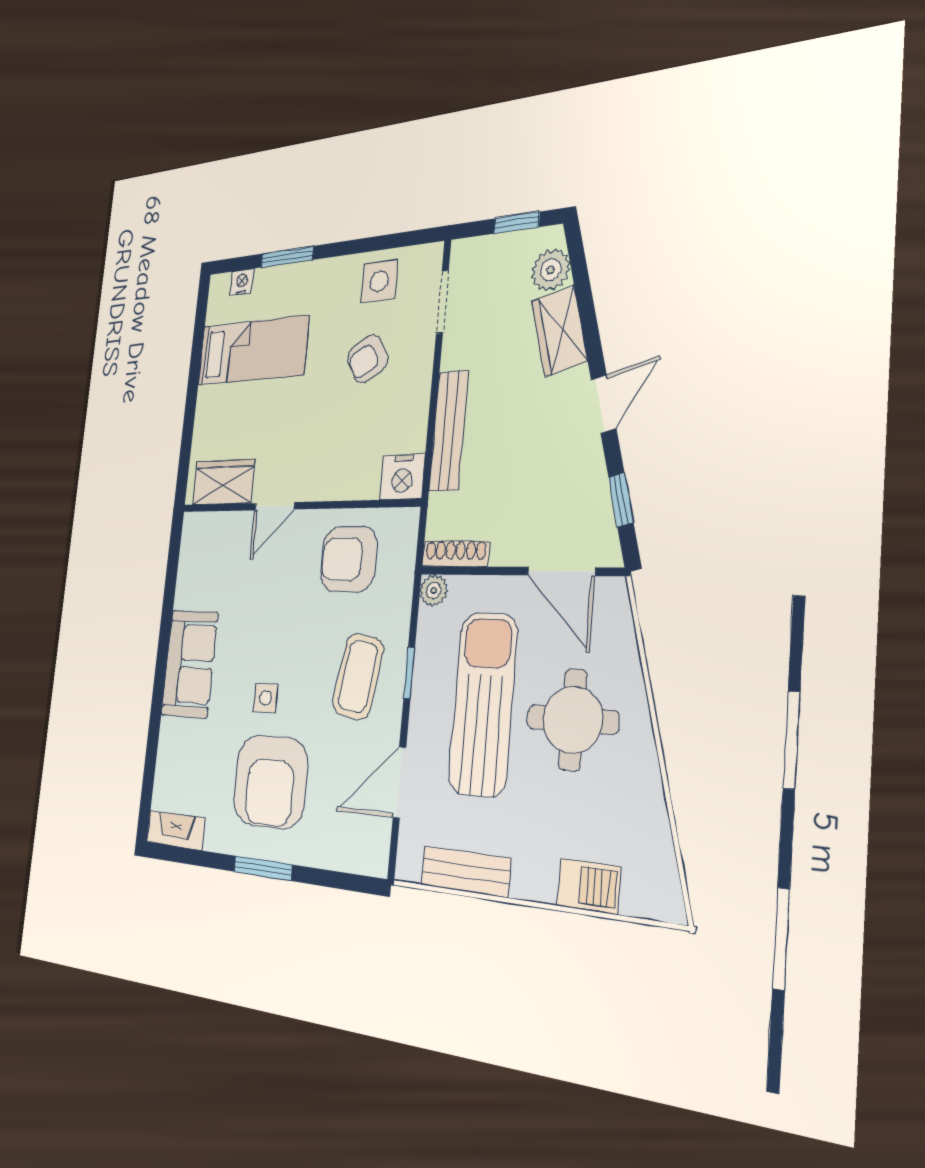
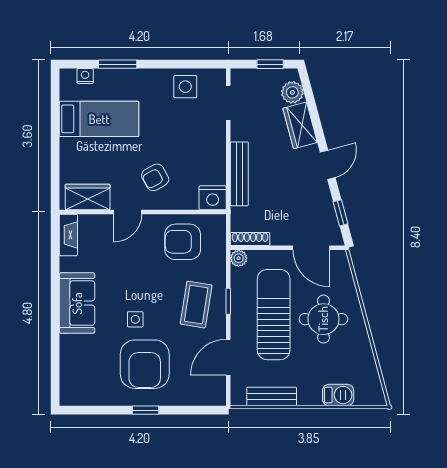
armchair: (367, 359) -> (155, 177), moved
fireplace: (176, 830) -> (68, 235), moved, turned 90
window: (263, 868) -> (145, 410), width x0.67

